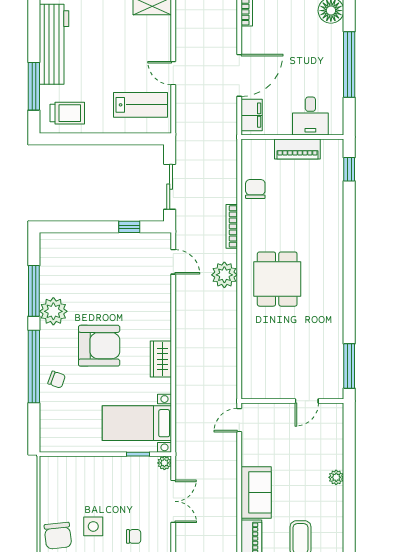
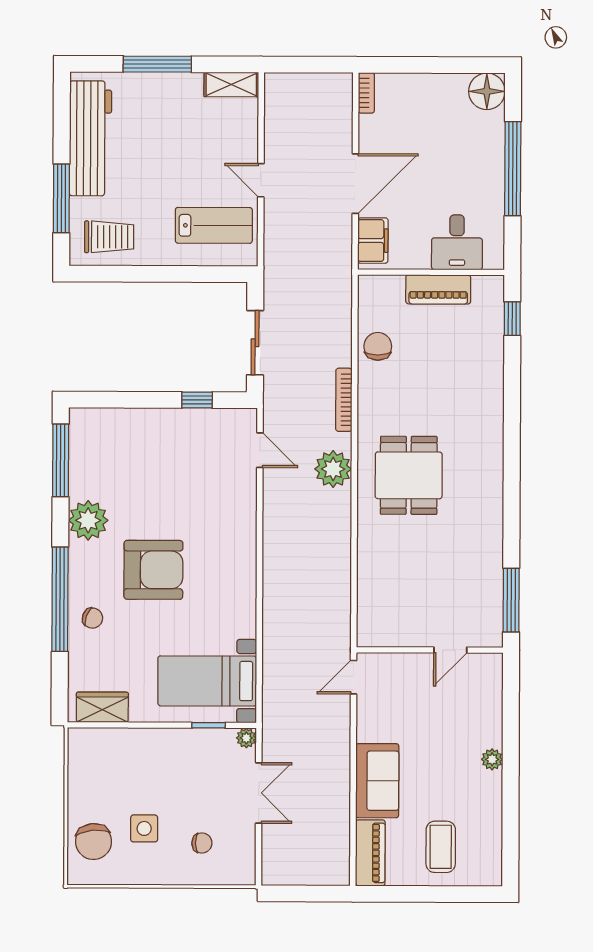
window: (34, 291) -> (61, 460), moved
wardrobe: (161, 359) -> (102, 707), moved, turned 90

